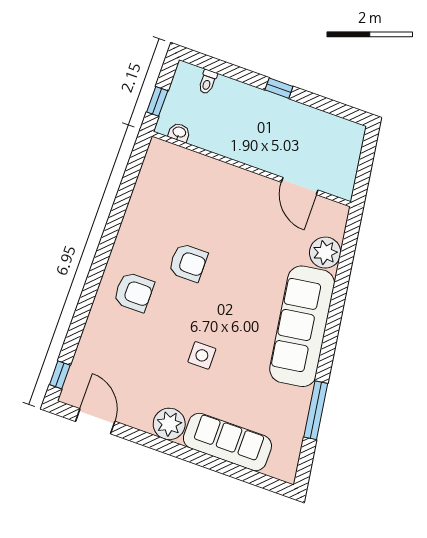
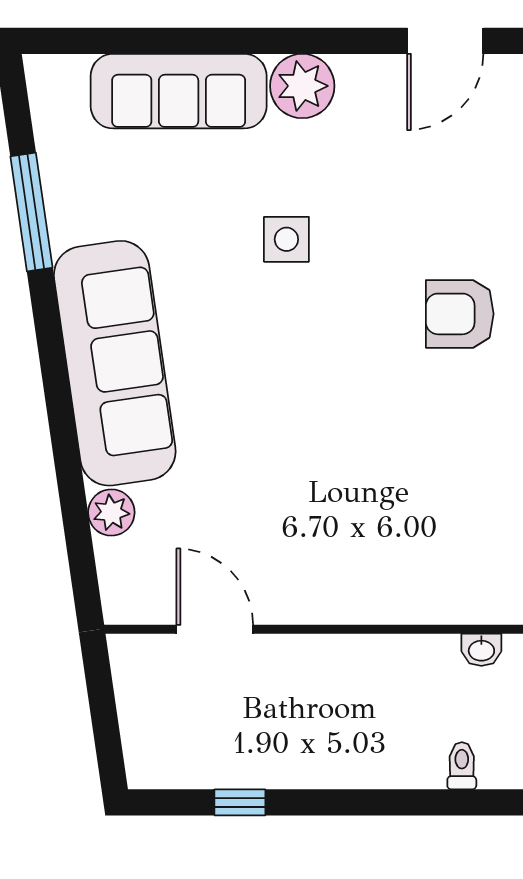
window: (279, 88) -> (240, 802), moved
plant: (325, 253) -> (111, 512), width x0.73, depth x0.73
armchair: (188, 263) -> (376, 407), removed
door: (95, 421) -> (445, 41), hinge flipped

